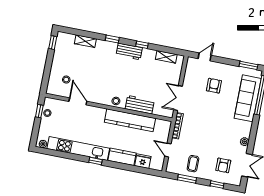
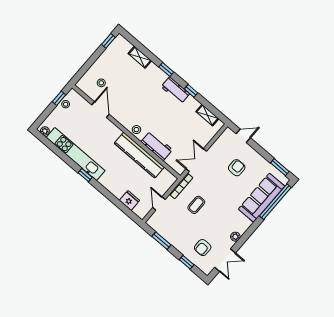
kitchen counter: (122, 157) -> (112, 185), removed
coffee table: (193, 164) -> (196, 205), moved

